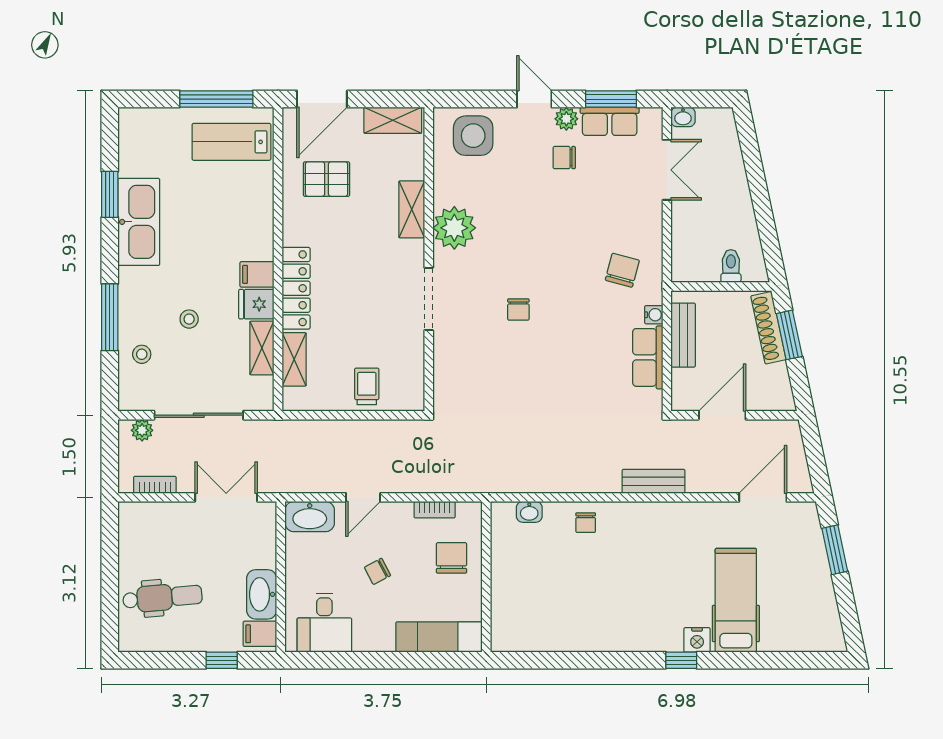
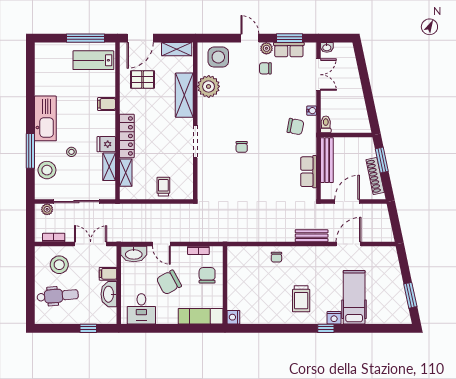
window: (110, 194) -> (30, 87), removed
shelving: (412, 209) -> (184, 95), width x1.50, depth x1.33
kitchen sink: (139, 222) -> (45, 118), moved
plant: (454, 228) -> (209, 86), moved
toilet: (731, 266) -> (326, 124), moved
chair: (622, 270) -> (295, 127), turned 86
filing cabinet: (257, 274) -> (107, 104), moved
water cooler: (654, 315) -> (312, 111), moved
shoe rack: (768, 328) -> (375, 176), moved
bench: (683, 335) -> (327, 160), width x1.36
stool: (142, 354) -> (47, 170), width x1.89, depth x1.89
door: (363, 497) -> (161, 244), hinge flipped
door: (763, 497) -> (348, 244), moved
washbasin: (529, 512) -> (247, 252), removed
stool: (166, 537) -> (59, 265), added
window: (835, 550) -> (410, 295), moved
chair: (378, 571) -> (169, 282), width x1.87, depth x1.87
trolley: (633, 603) -> (301, 299), added
filing cabinet: (260, 634) -> (108, 274), moved
nightstand: (502, 639) -> (233, 317), added

